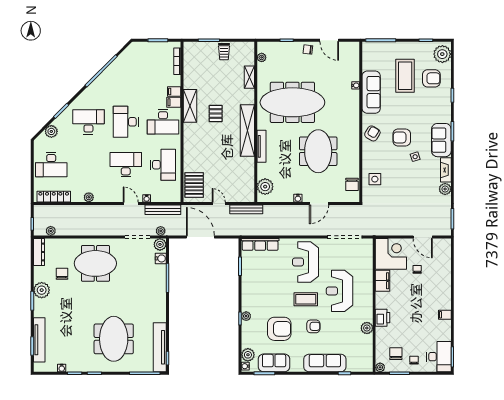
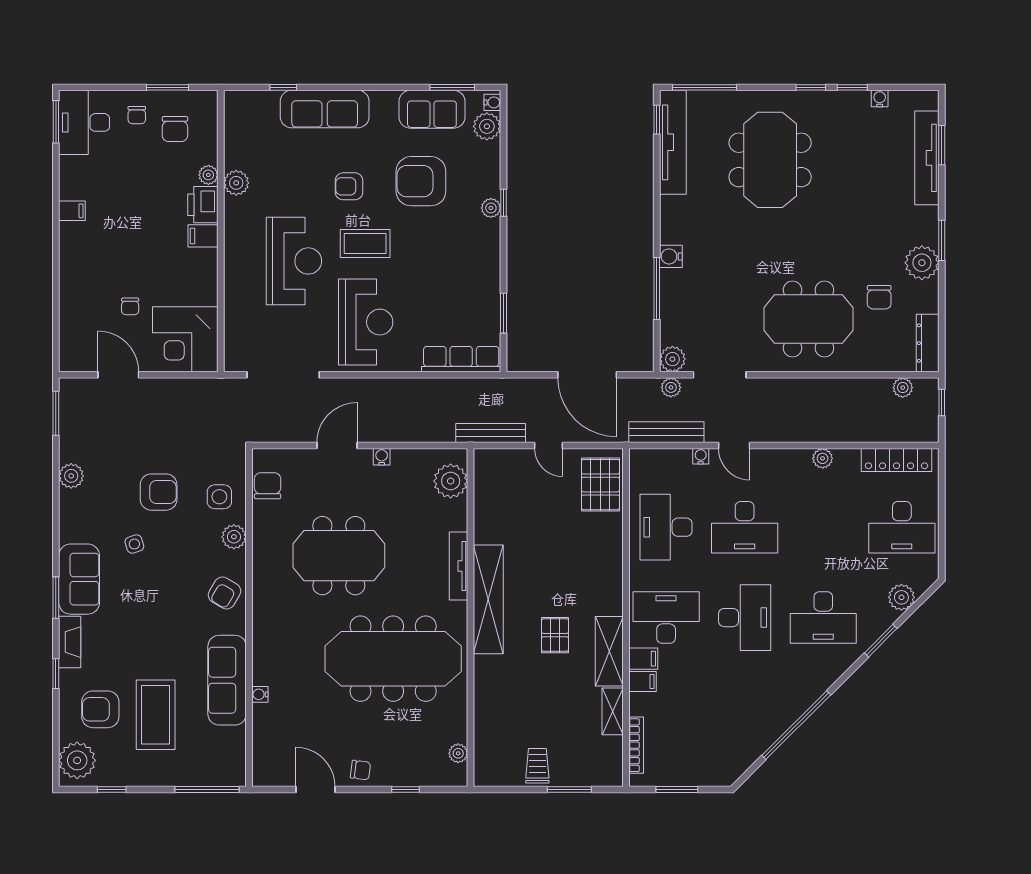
shelving: (249, 77) -> (613, 711), moved
armchair: (402, 137) -> (159, 492), moved
meeting table: (318, 151) -> (339, 556), turned 90
plant: (368, 160) -> (234, 537), added
desk: (51, 165) -> (902, 527), turned 180
fireplace: (446, 170) -> (70, 642), moved
water cooler: (161, 258) -> (671, 256), moved
filing cabinet: (383, 281) -> (203, 236), moved, width x0.50
plant: (380, 367) -> (208, 175), moved

